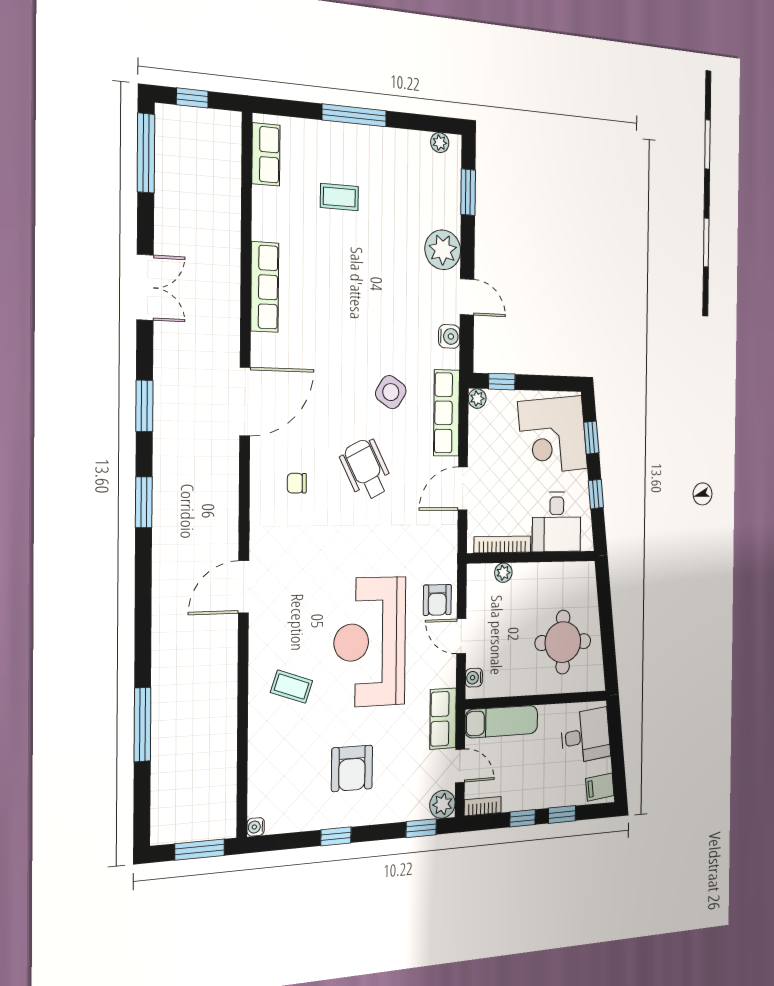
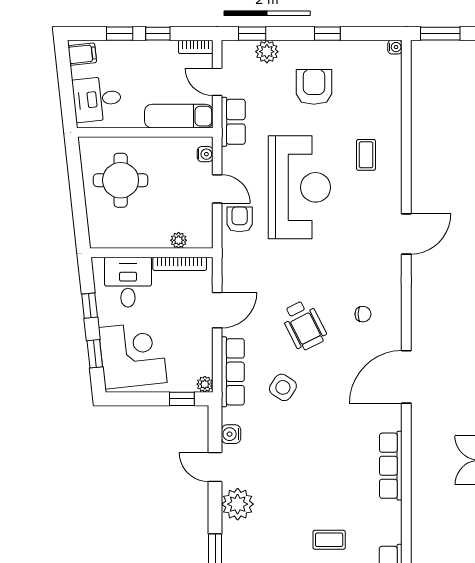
coffee table: (292, 687) -> (366, 155), turned 71
plant: (442, 804) -> (267, 52), moved

